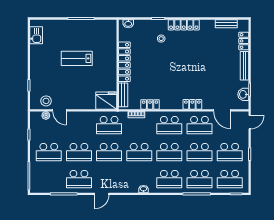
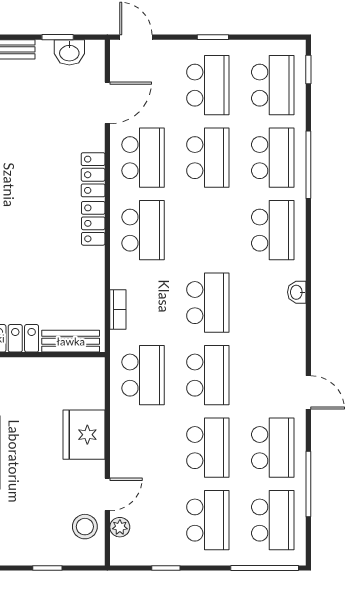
fridge: (106, 101) -> (84, 435), moved
locker: (150, 104) -> (93, 223), moved
school desk: (169, 152) -> (273, 520), moved

